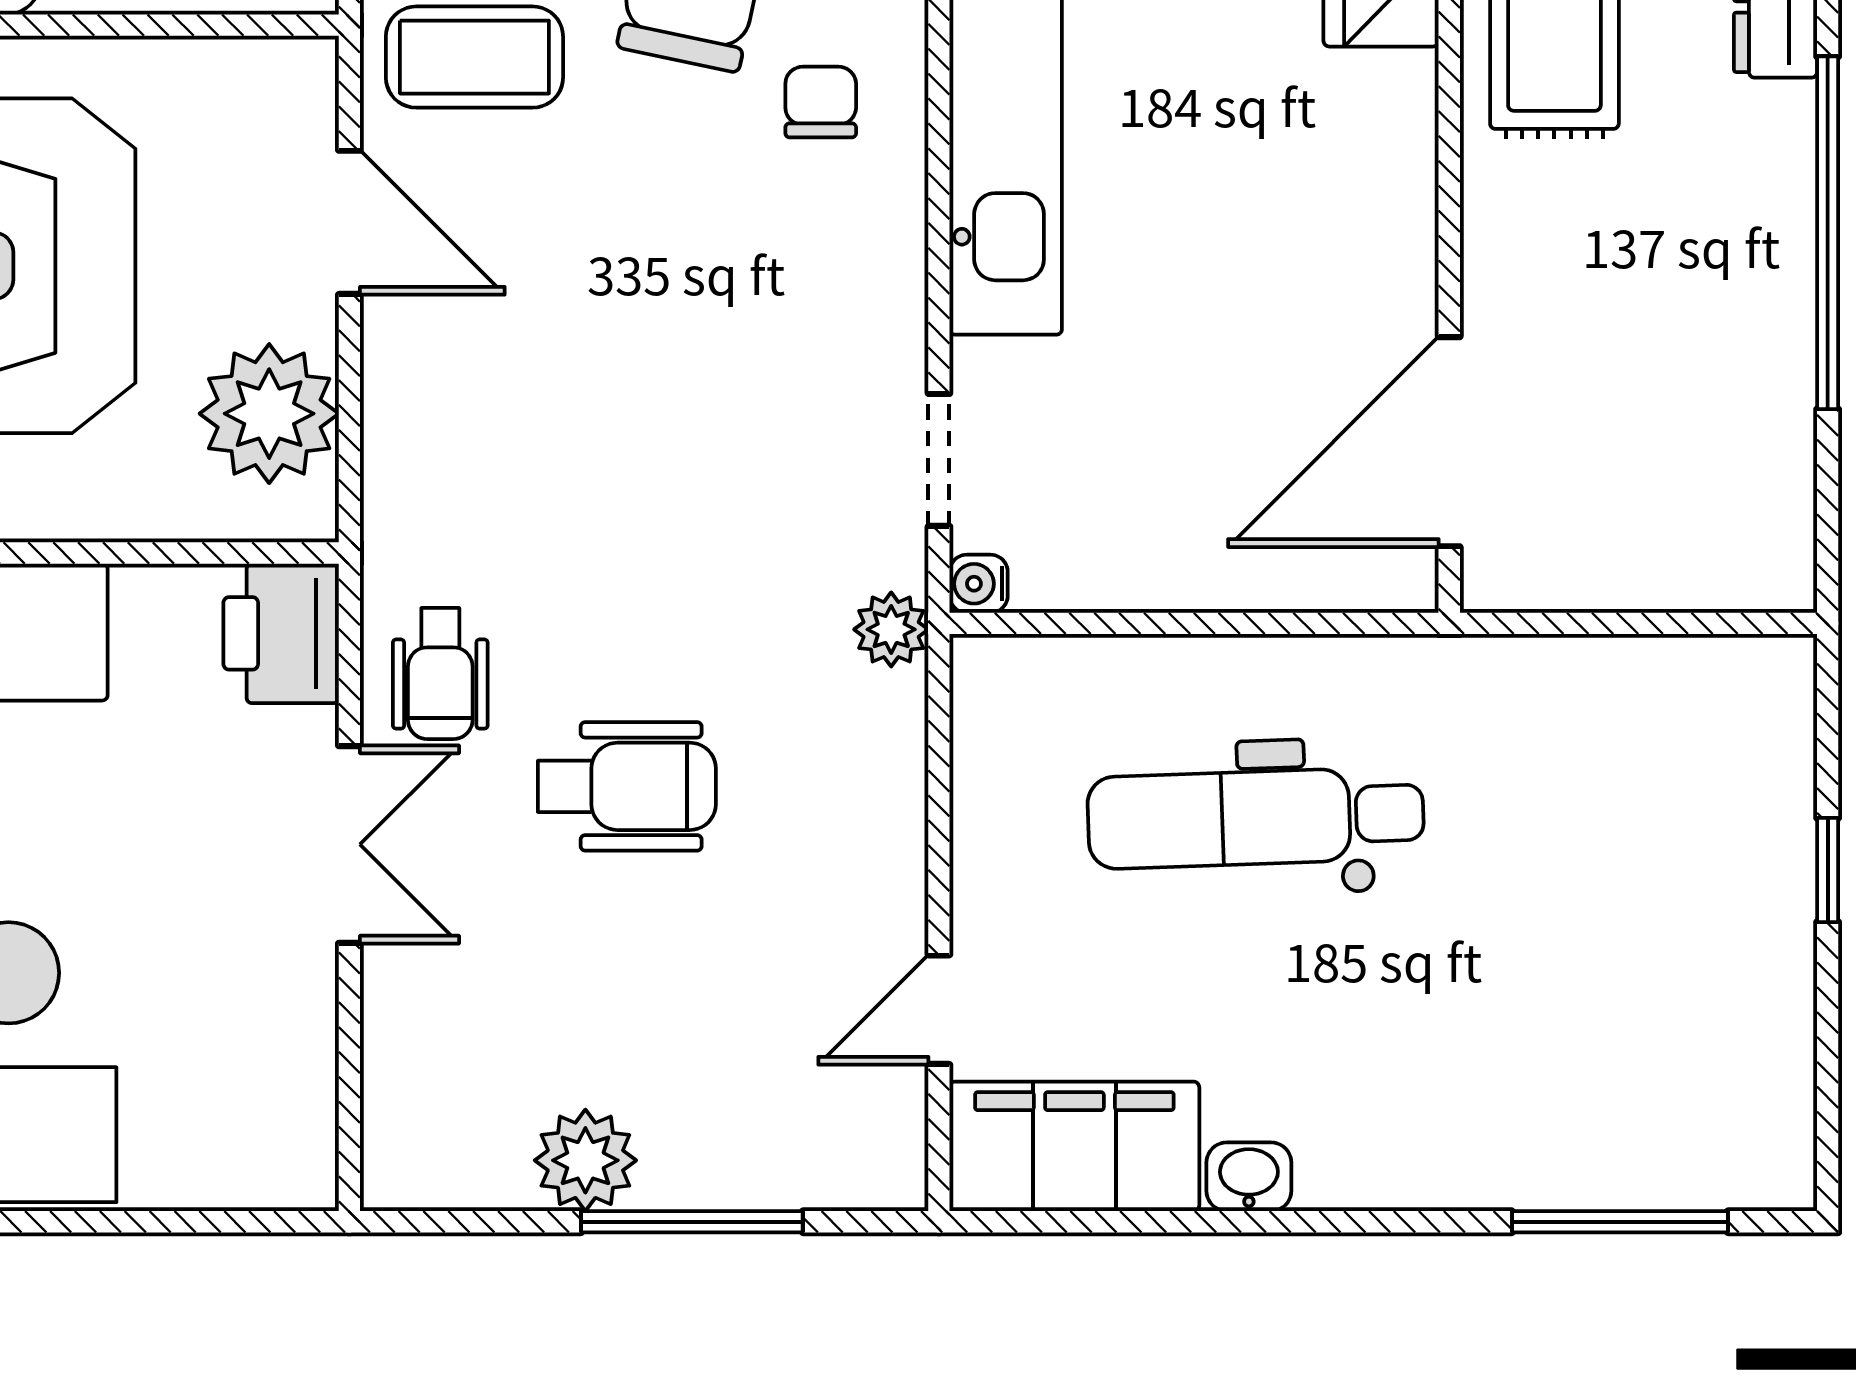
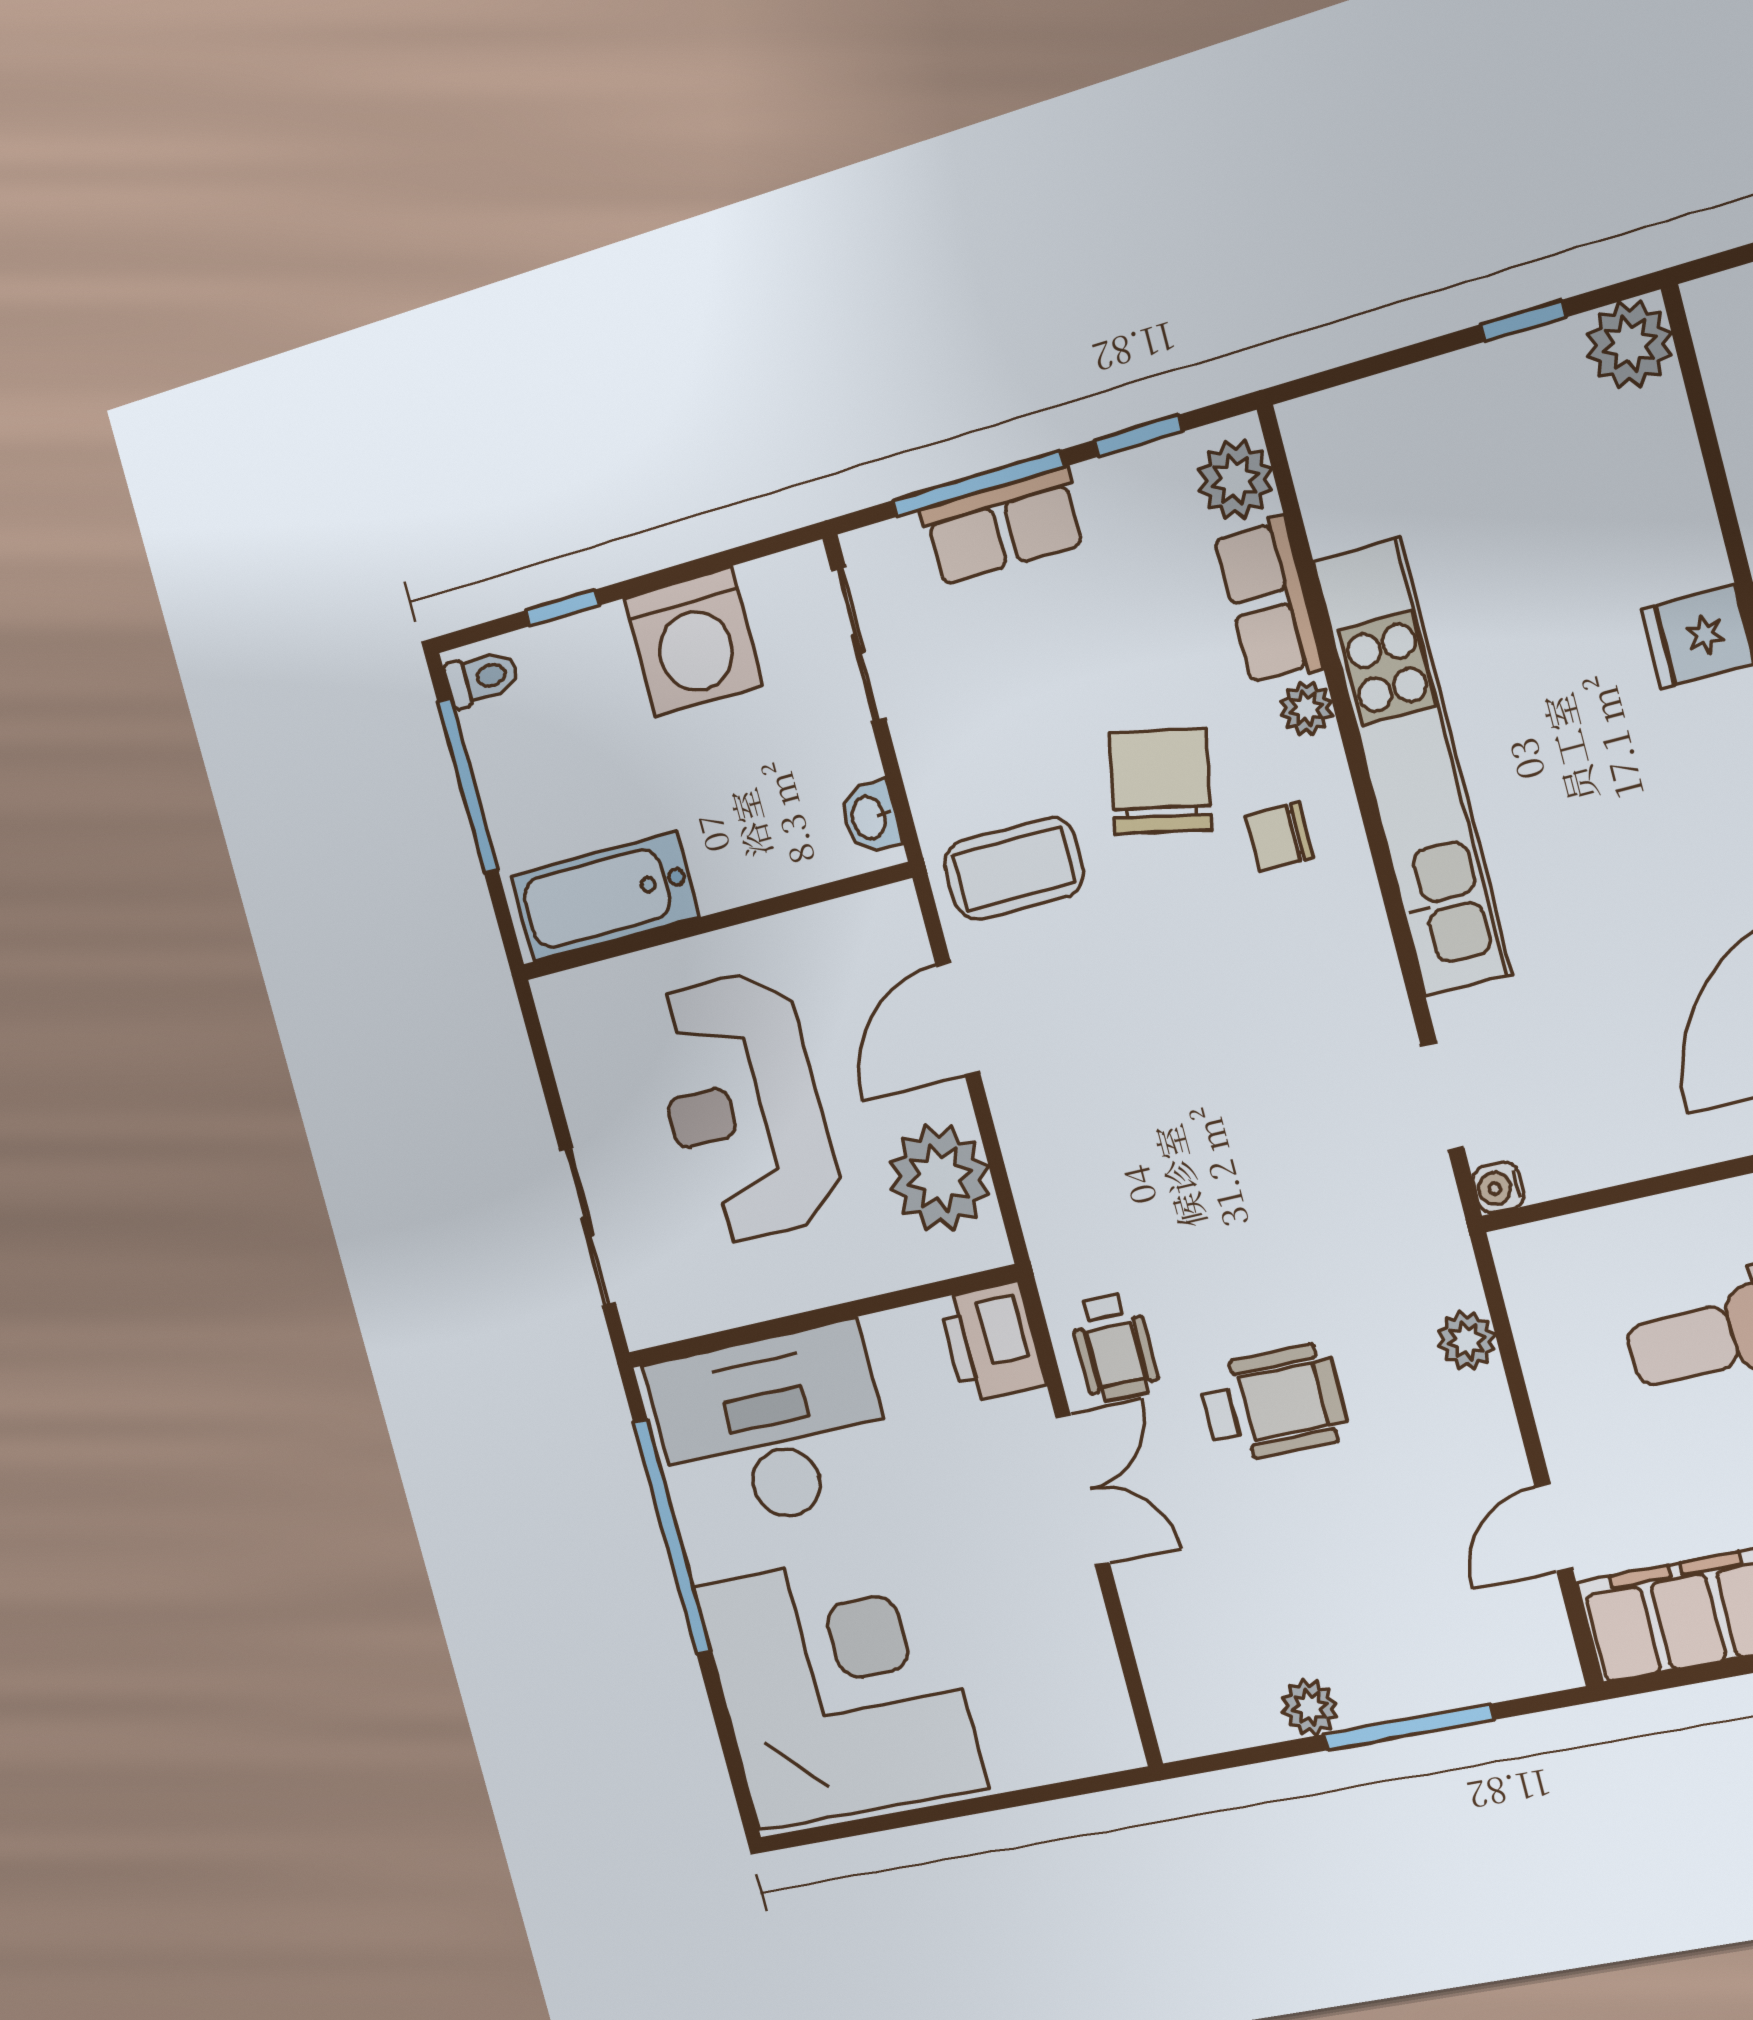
chair: (821, 102) -> (1279, 837), turned -90
door: (349, 222) -> (958, 1019), swing flipped
plant: (891, 629) -> (1467, 1340), moved
plant: (585, 1160) -> (1310, 1707), width x0.73, depth x0.73

